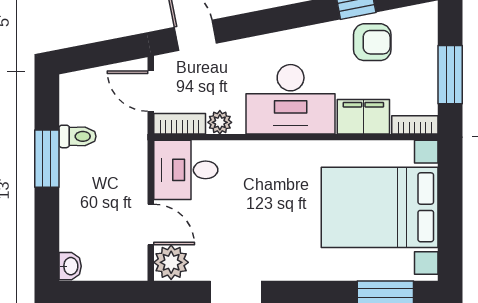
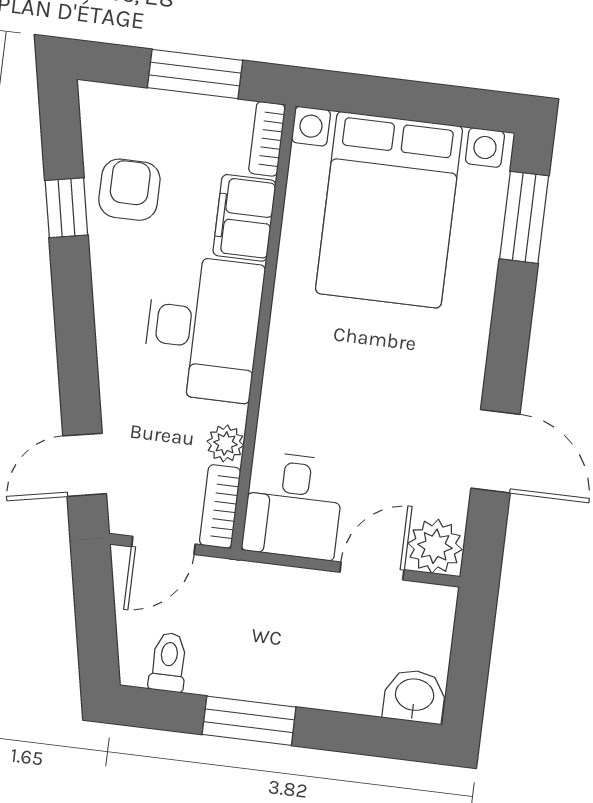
toilet: (78, 136) -> (168, 662), moved
washbasin: (70, 266) -> (414, 696), width x1.38, depth x1.45

